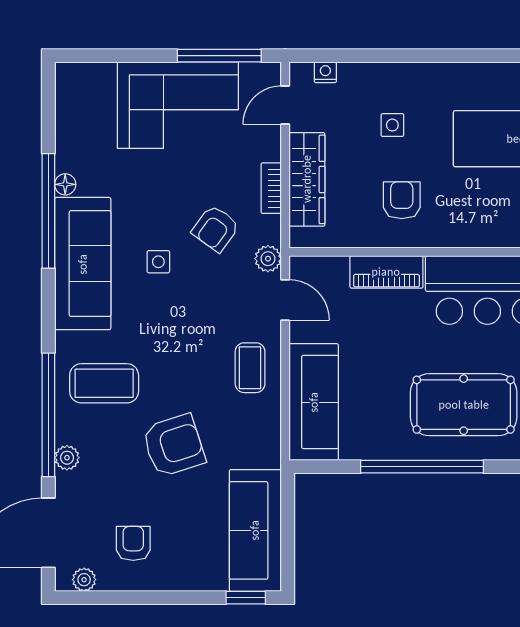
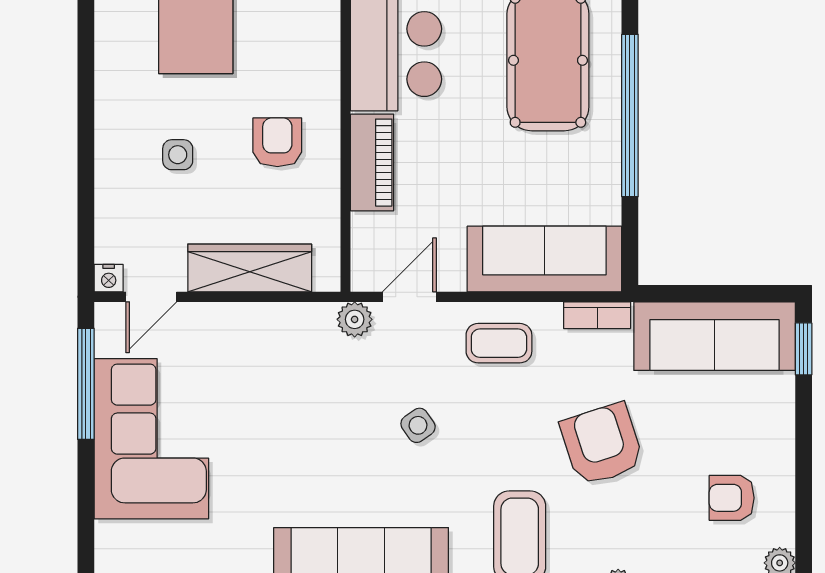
nightstand: (325, 72) -> (109, 278), moved, turned -90
door: (285, 105) -> (151, 297), hinge flipped
bookcase: (271, 188) -> (597, 315), moved
armchair: (402, 200) -> (277, 142), turned 90
armchair: (216, 229) -> (315, 389), removed
side table: (158, 262) -> (418, 425), moved, turned -35

